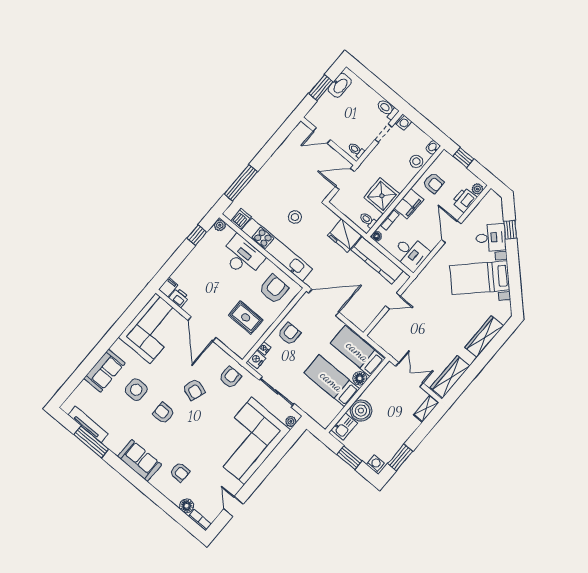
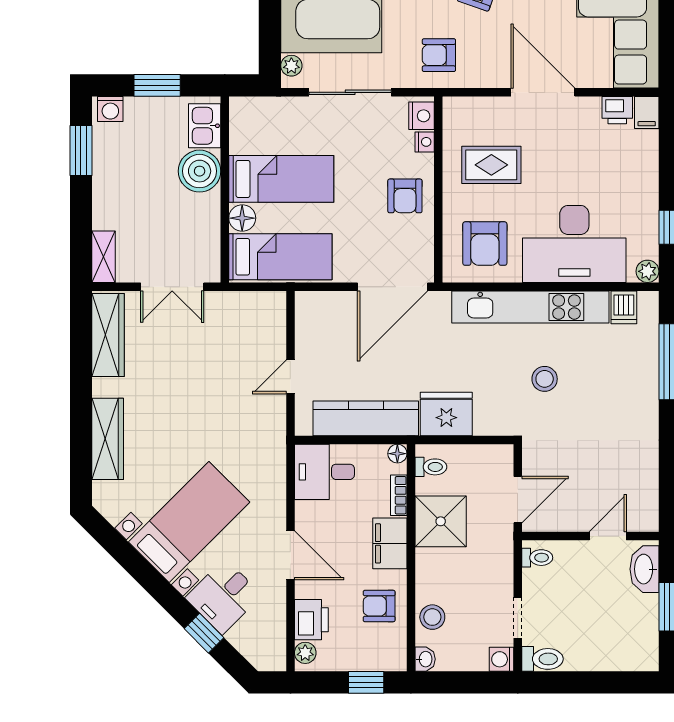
washbasin: (340, 85) -> (644, 569), moved
desk: (242, 256) -> (574, 244), width x1.36, depth x1.30
armchair: (230, 377) -> (439, 55), turned 90

